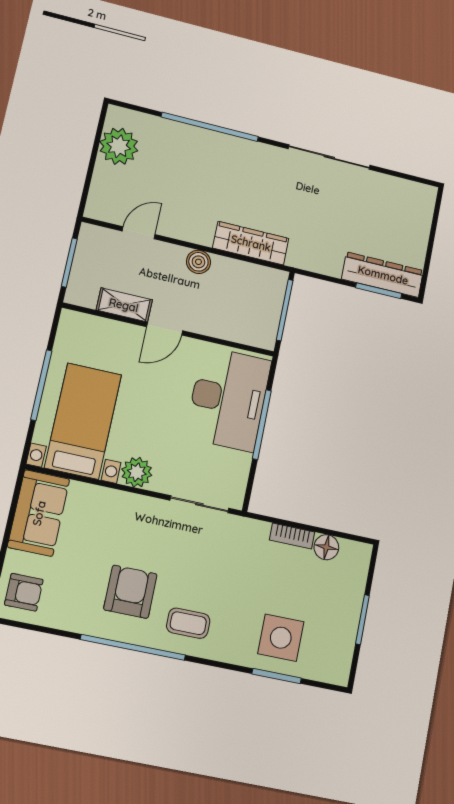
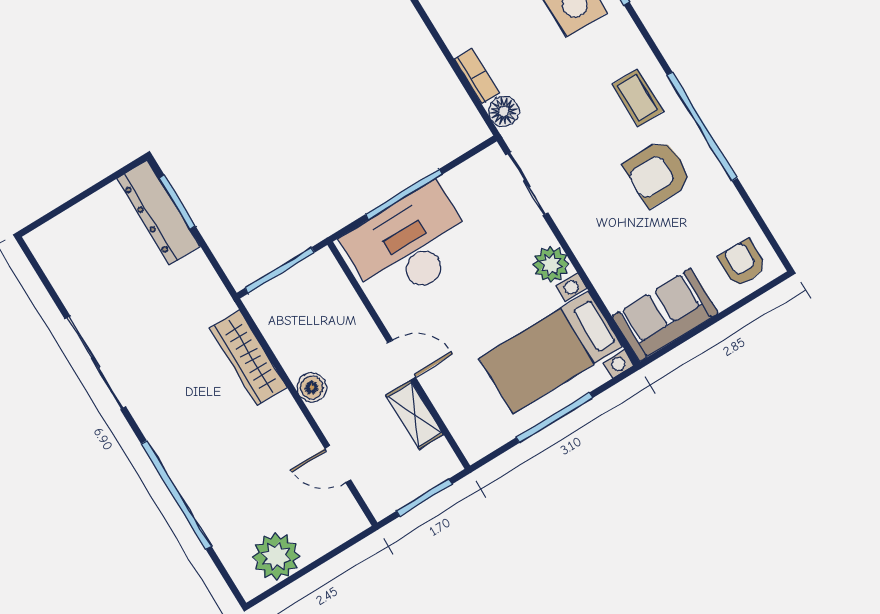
floor lamp: (326, 547) -> (504, 111), moved

